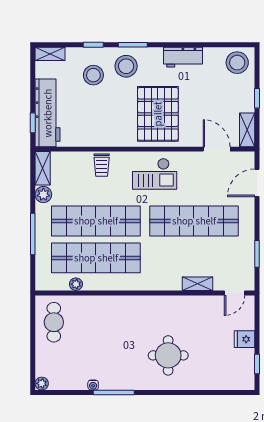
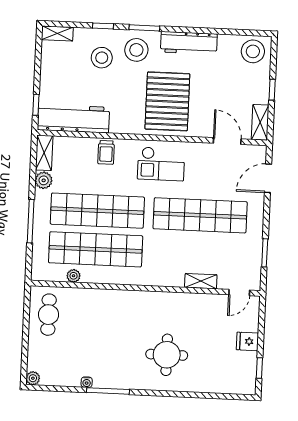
workbench: (183, 57) -> (189, 43), width x1.38
workbench: (48, 113) -> (73, 119), moved, turned -90

